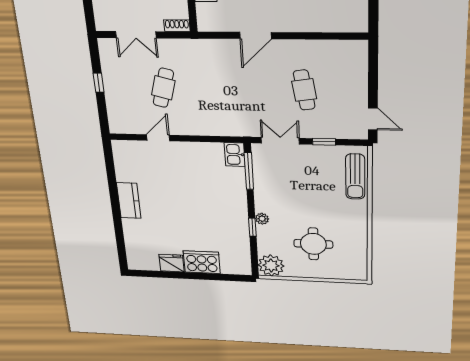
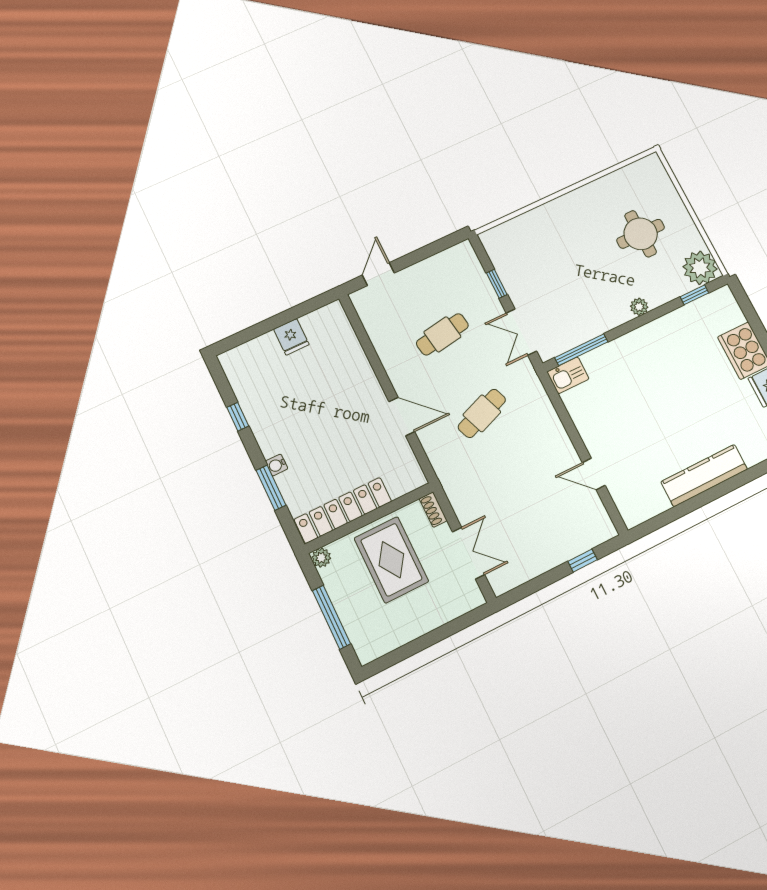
window: (99, 83) -> (583, 561), moved
cafe table: (163, 88) -> (482, 413), moved, turned -36
door: (373, 119) -> (378, 274), moved
sun lounger: (355, 177) -> (523, 230), removed
kitchen counter: (129, 200) -> (704, 475), width x1.50
window: (252, 227) -> (694, 295), moved

